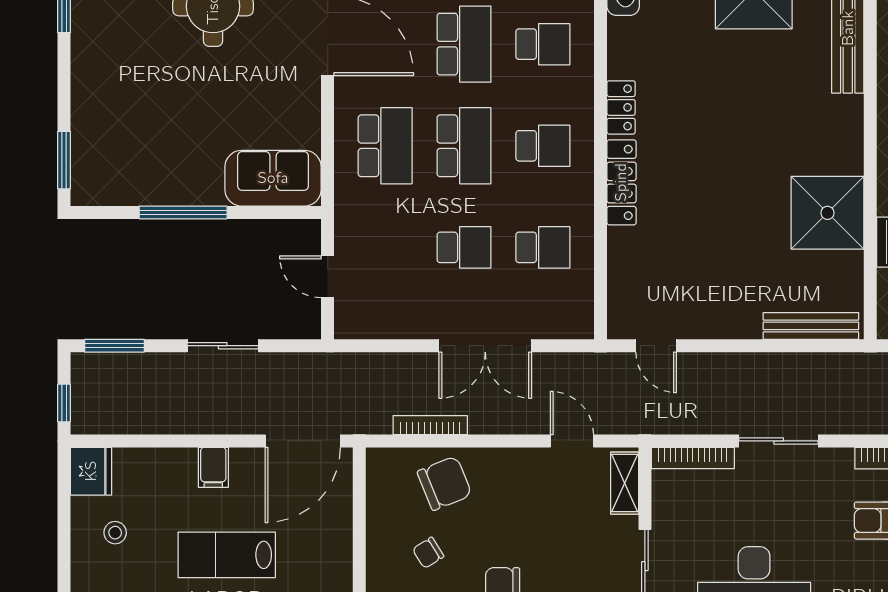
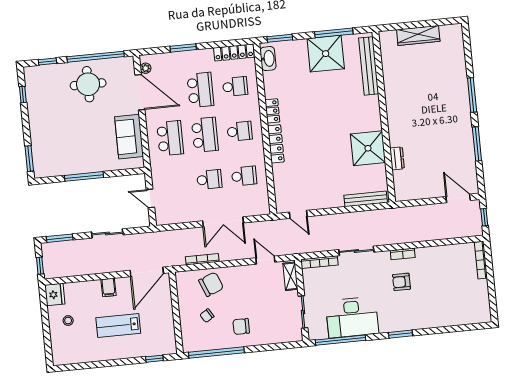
sofa: (273, 178) -> (129, 137), moved, turned -90

